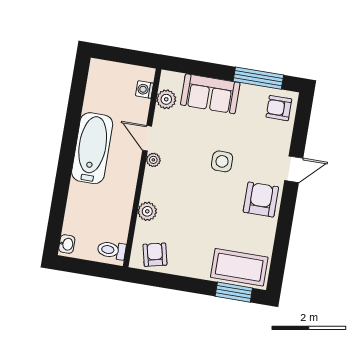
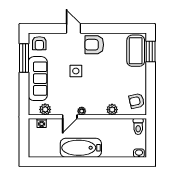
sofa: (210, 94) -> (38, 79), width x1.36

